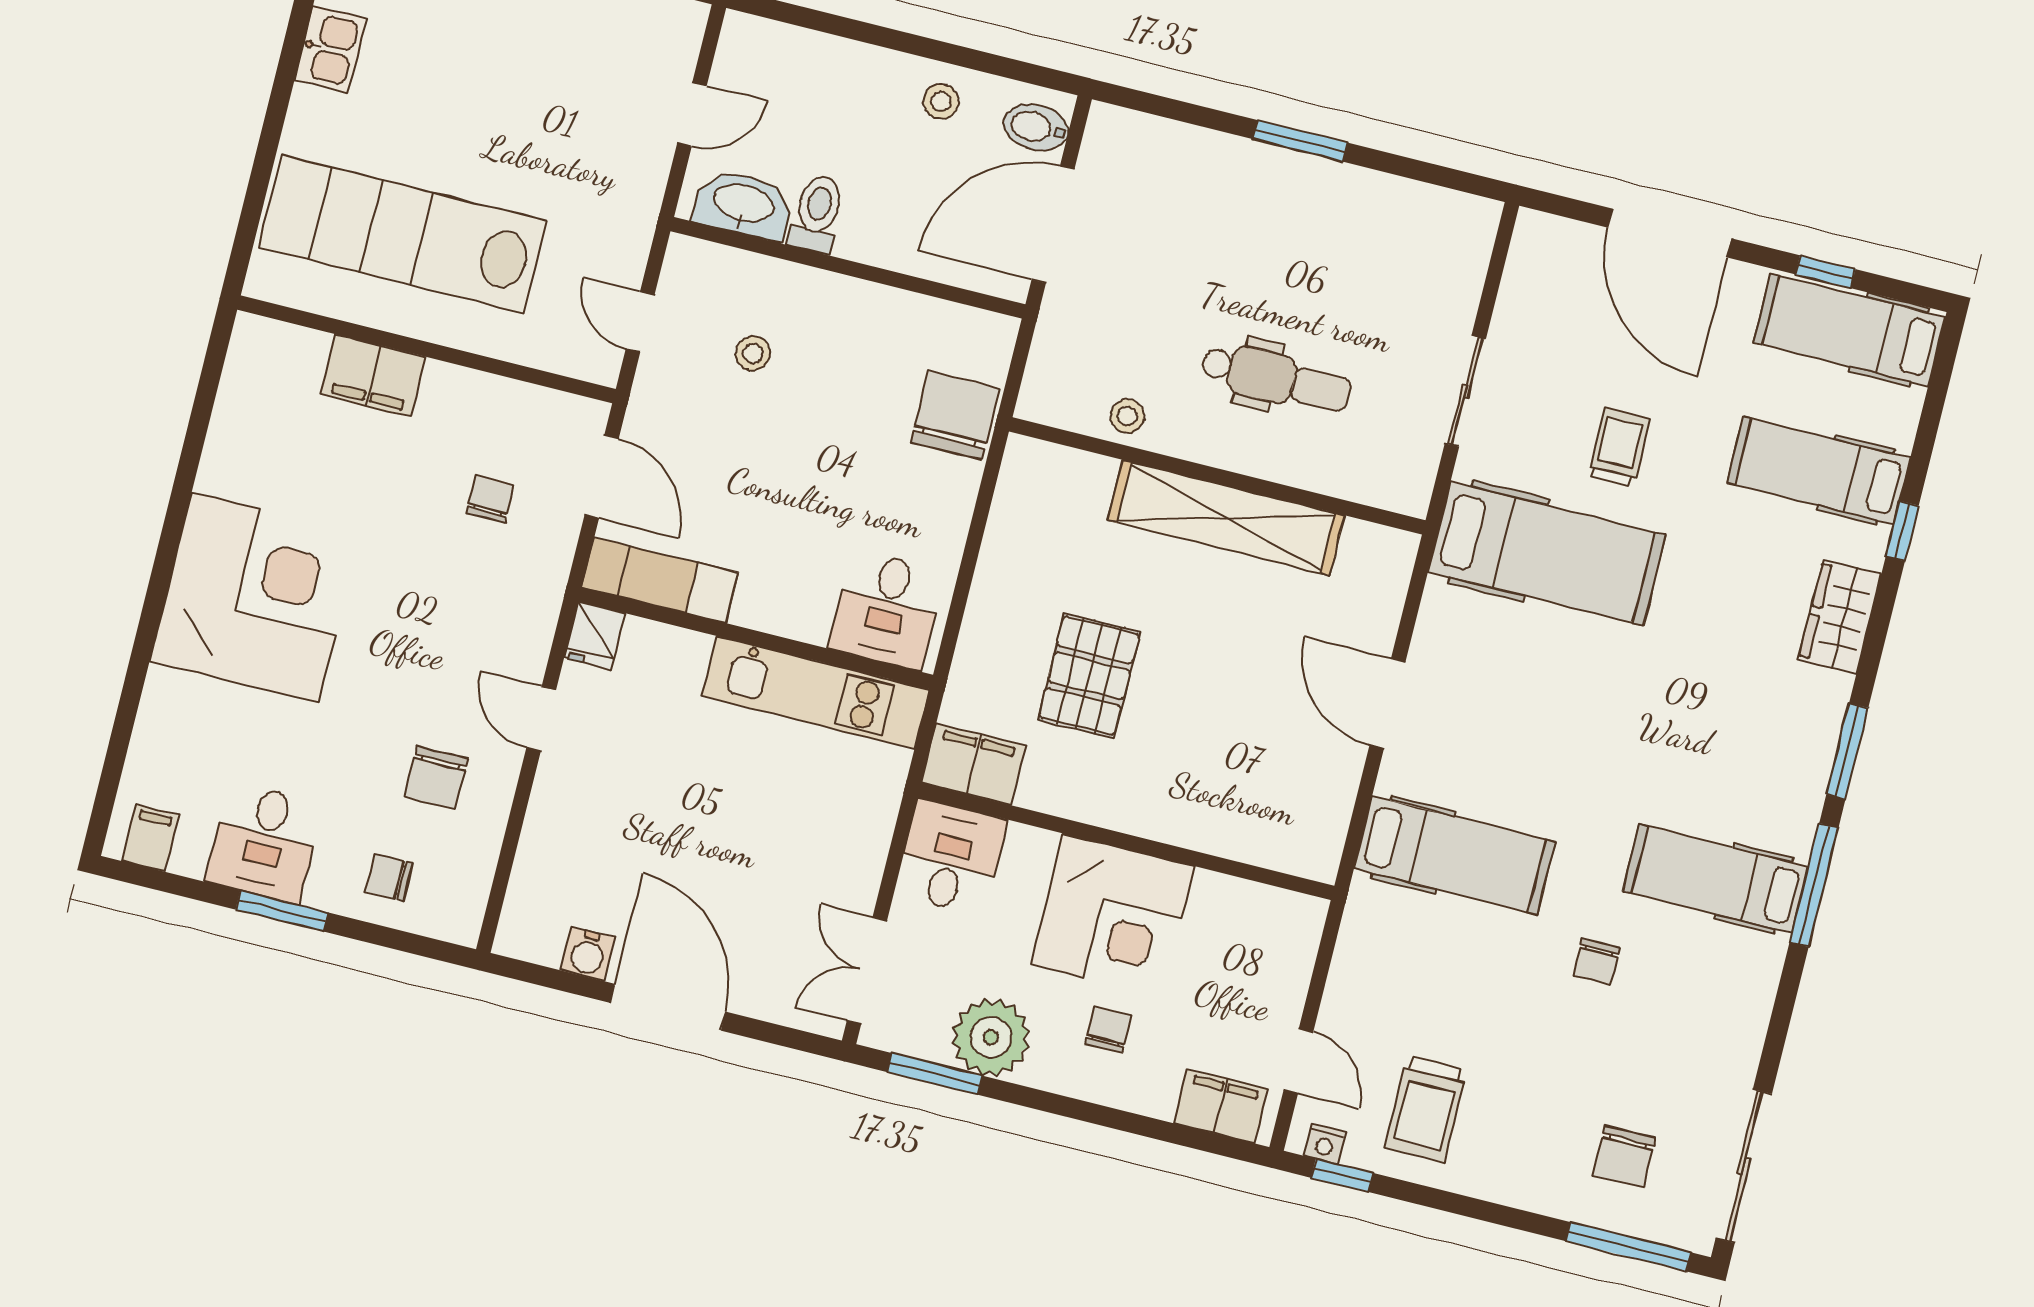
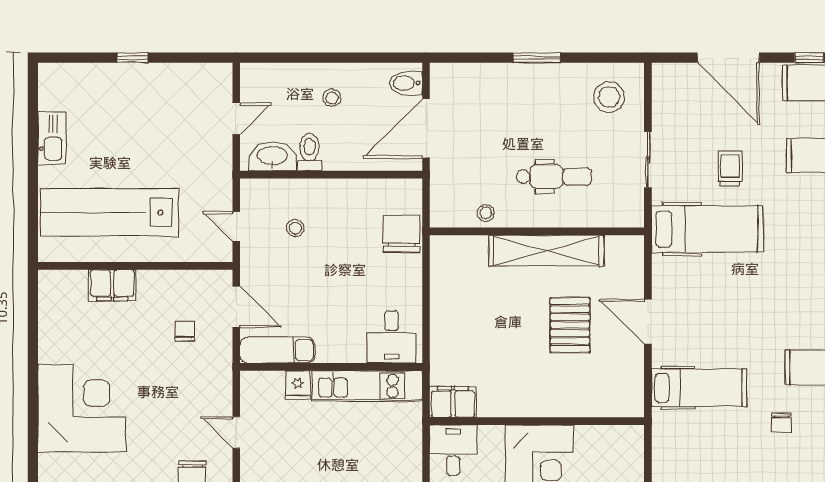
kitchen sink: (331, 49) -> (52, 138), width x1.38
stool: (941, 101) -> (332, 98), moved
stool: (1421, 251) -> (609, 97), added
fridge: (595, 636) -> (298, 385), moved
pallet: (1089, 676) -> (570, 325), moved

